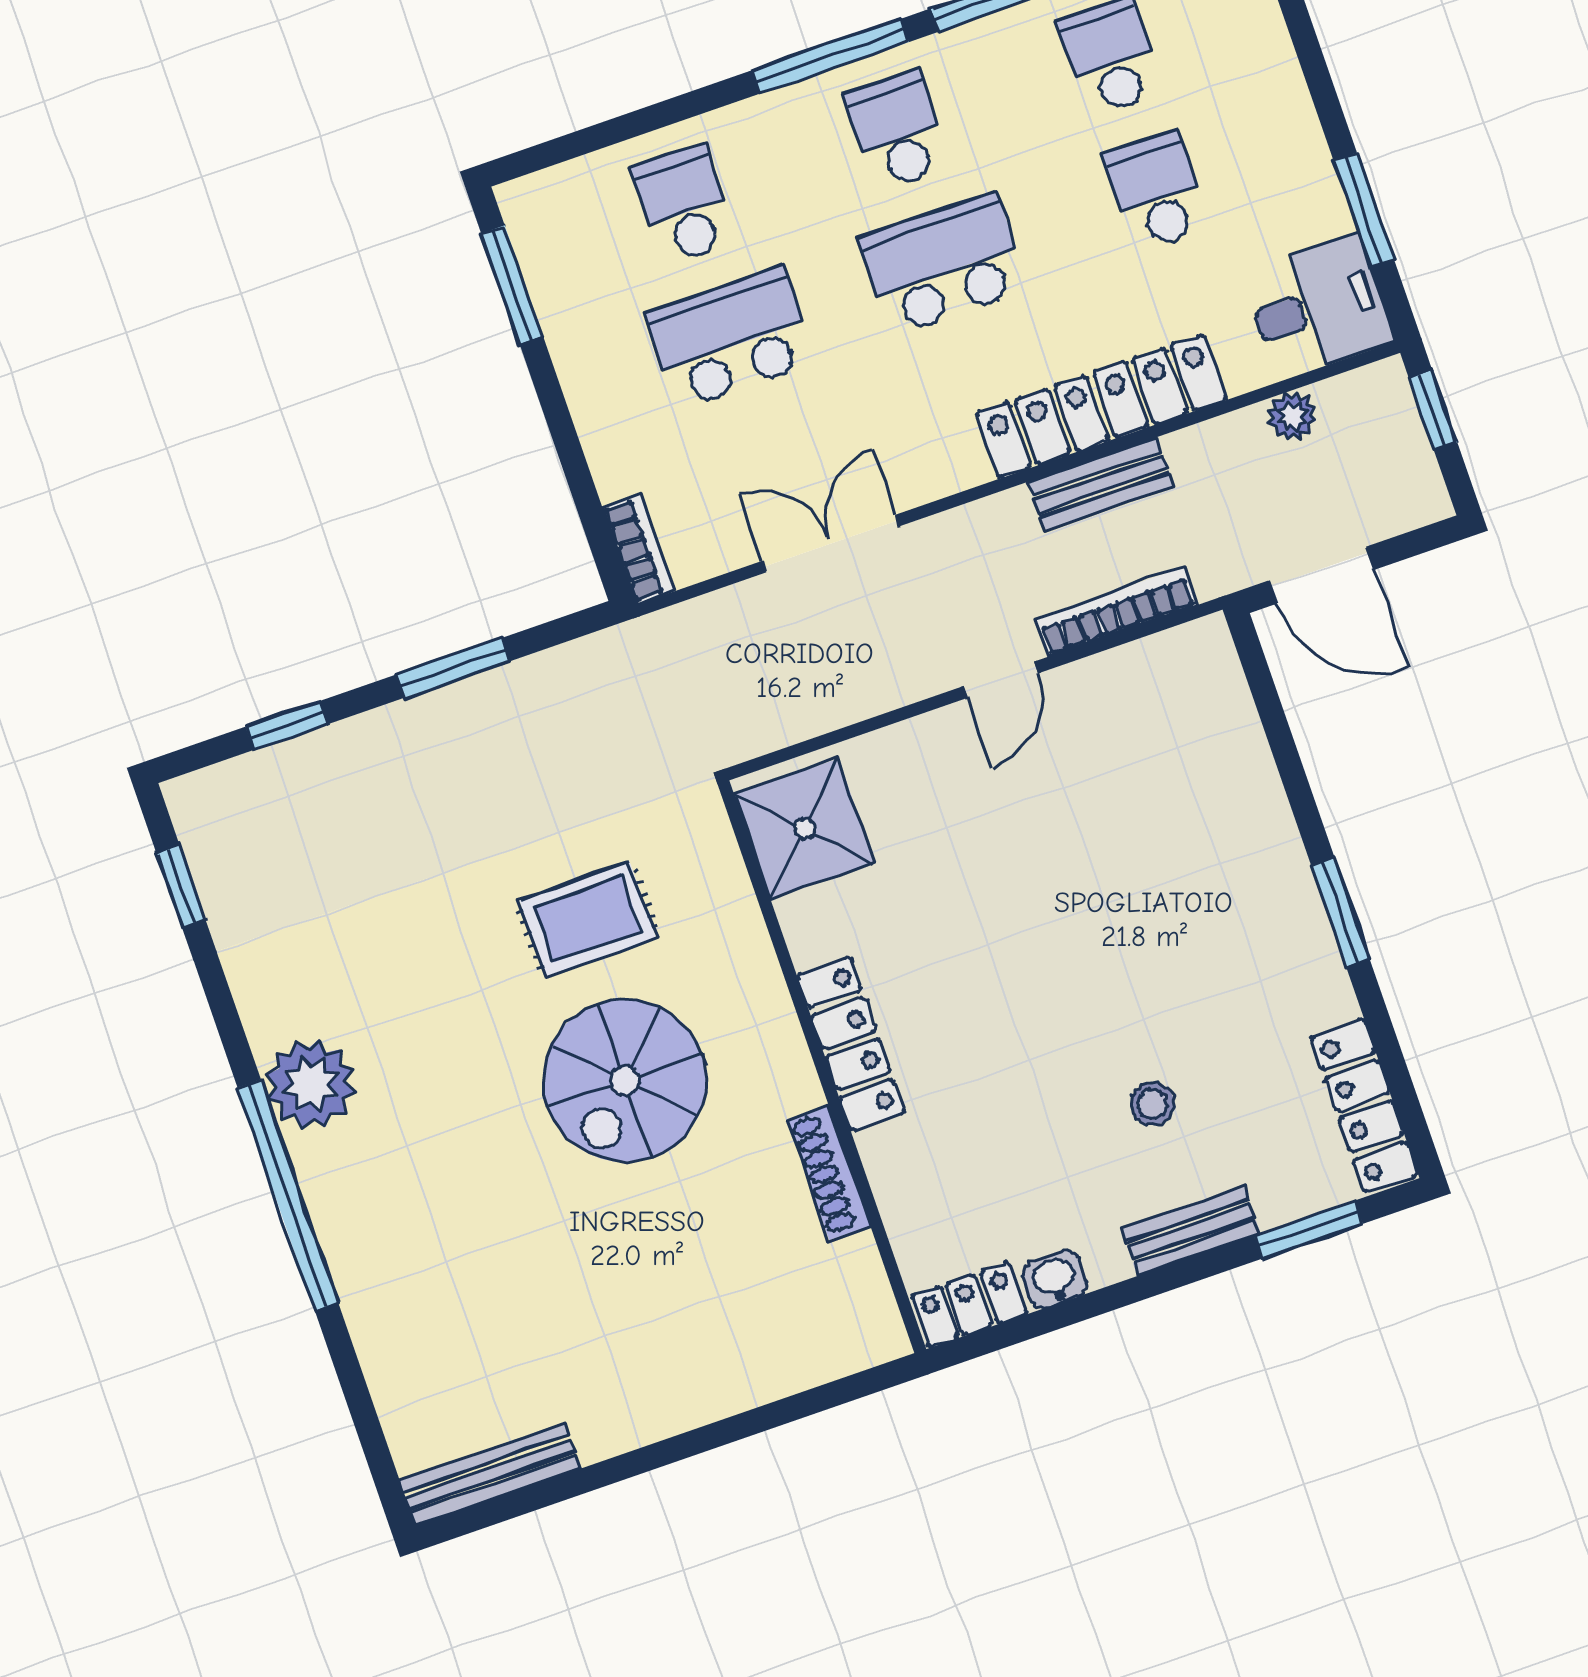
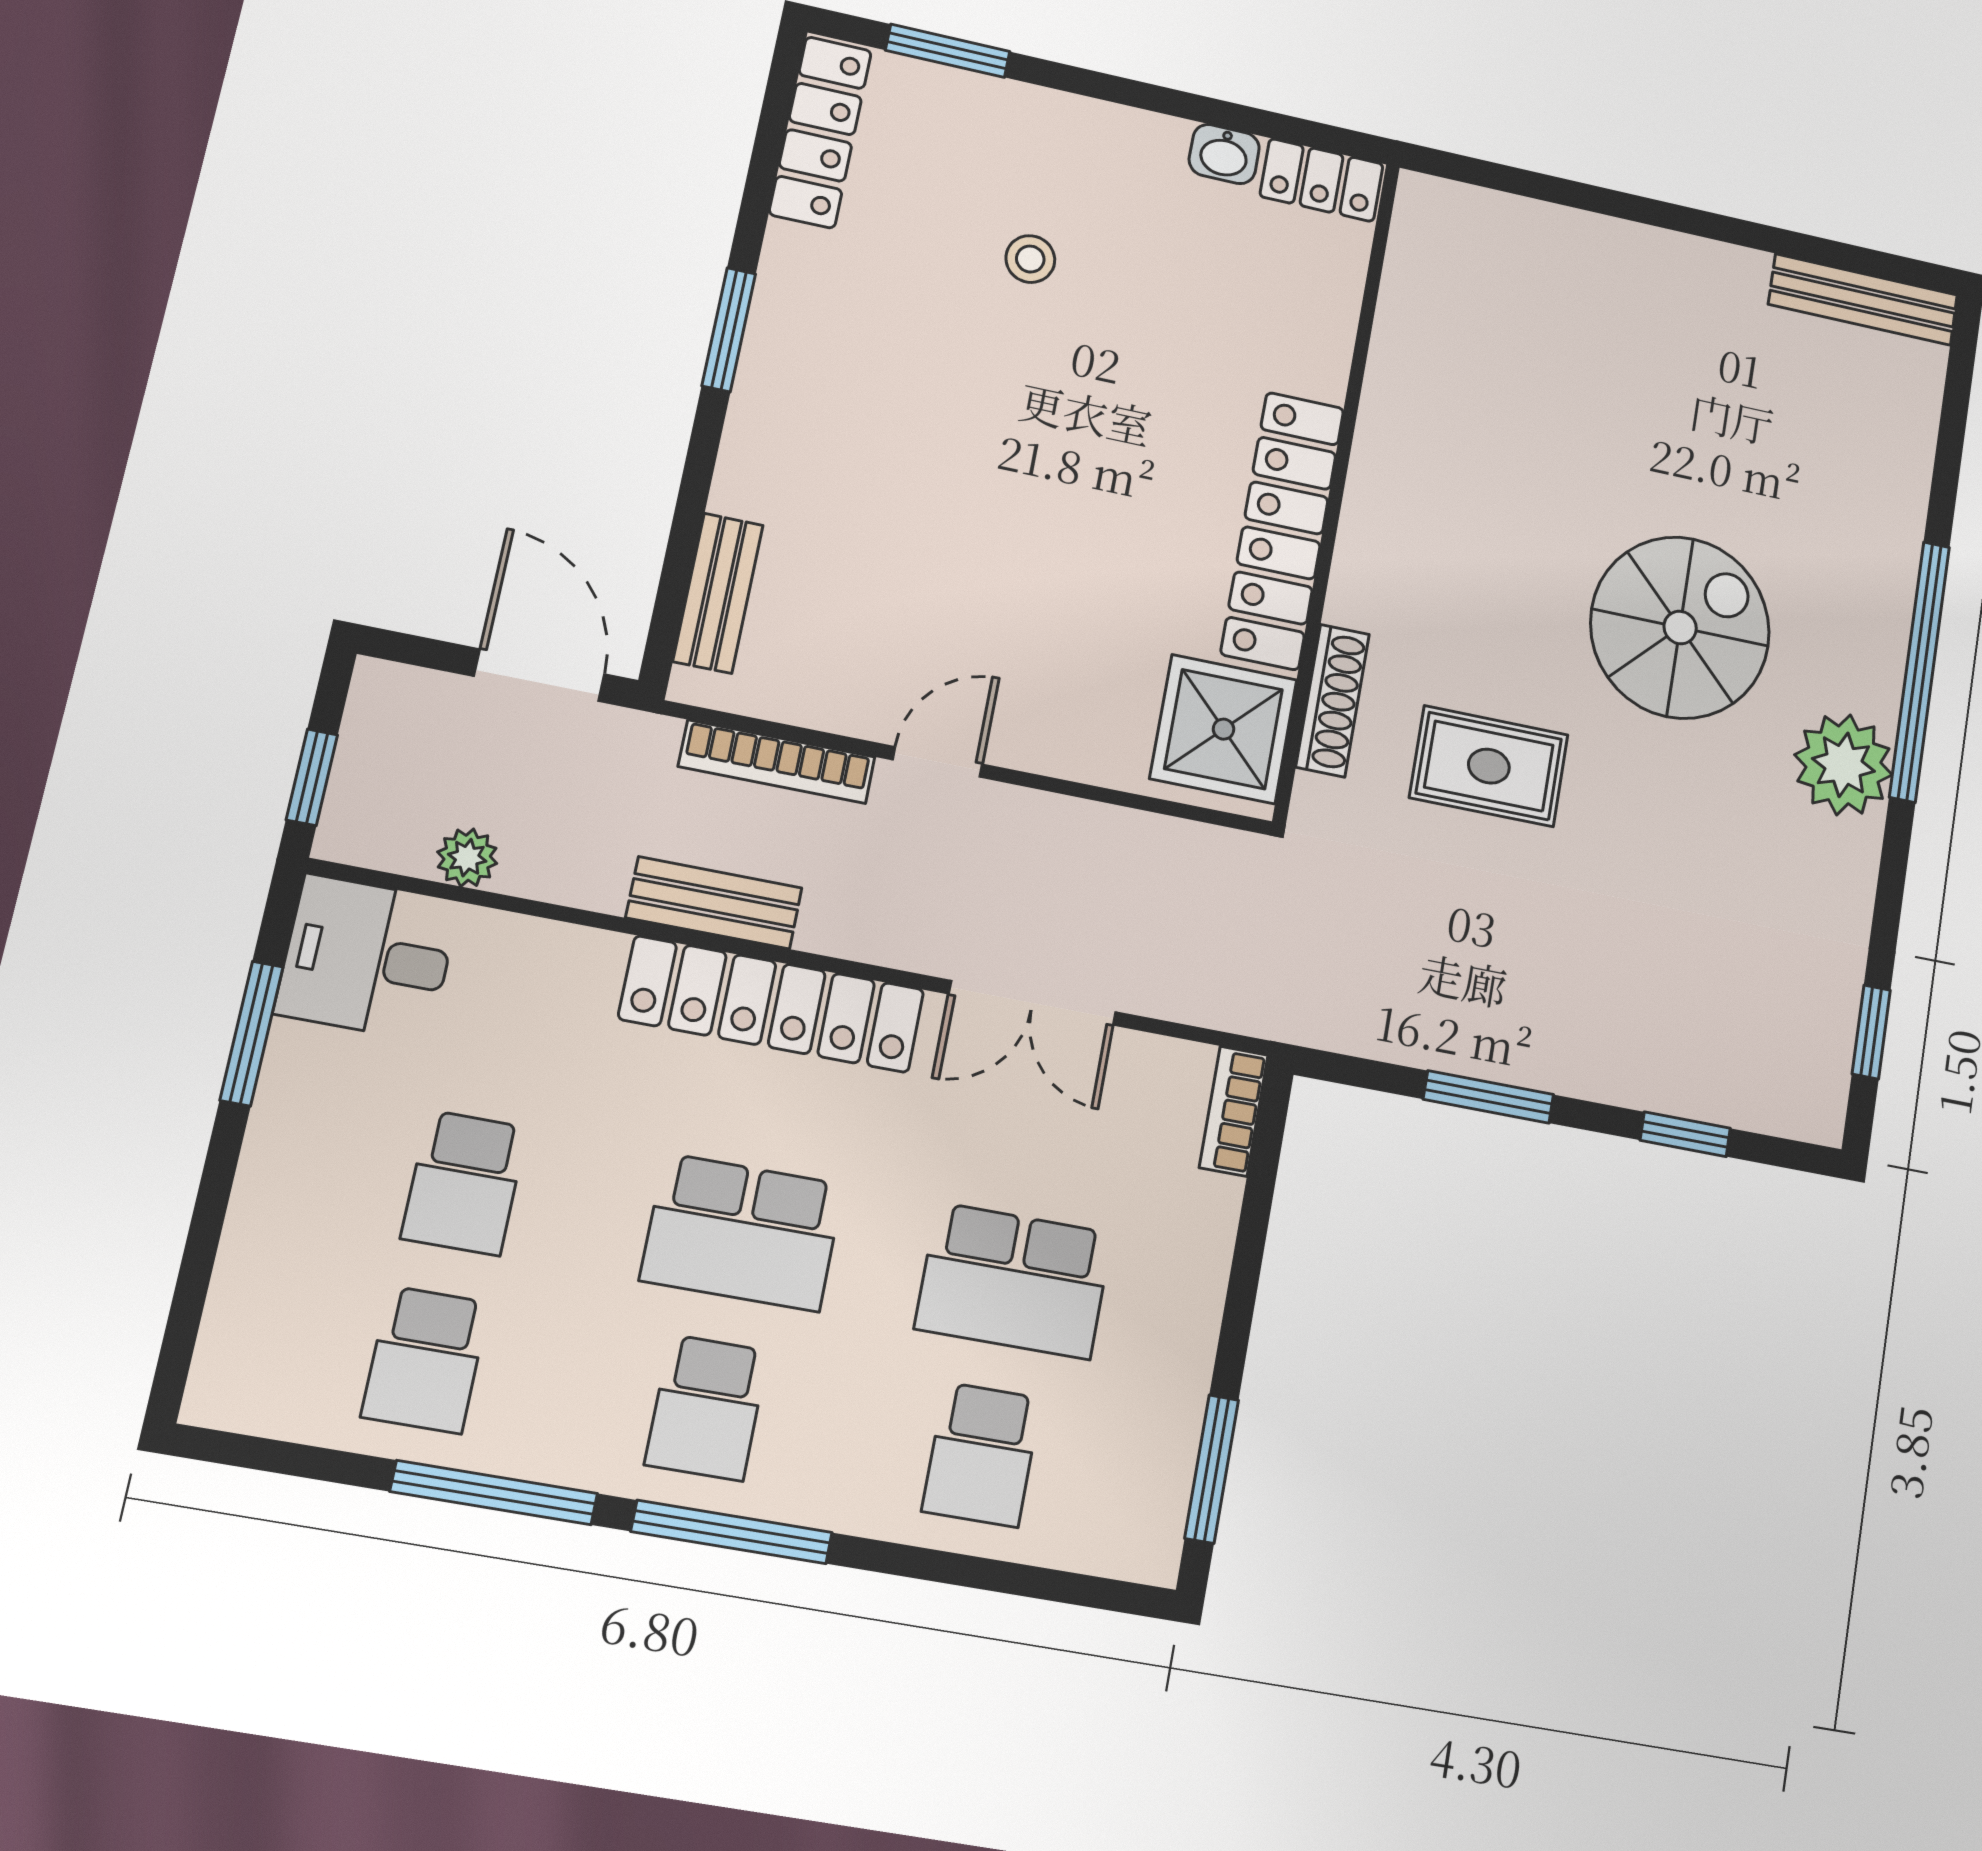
locker: (1101, 406) -> (772, 1004), moved
locker: (851, 1044) -> (1283, 530), width x1.41, depth x1.21
spiral stairs: (625, 1080) -> (1680, 627), moved
shoe rack: (829, 1173) -> (1333, 701), moved
bench: (1191, 1231) -> (718, 593), moved, turned 90

